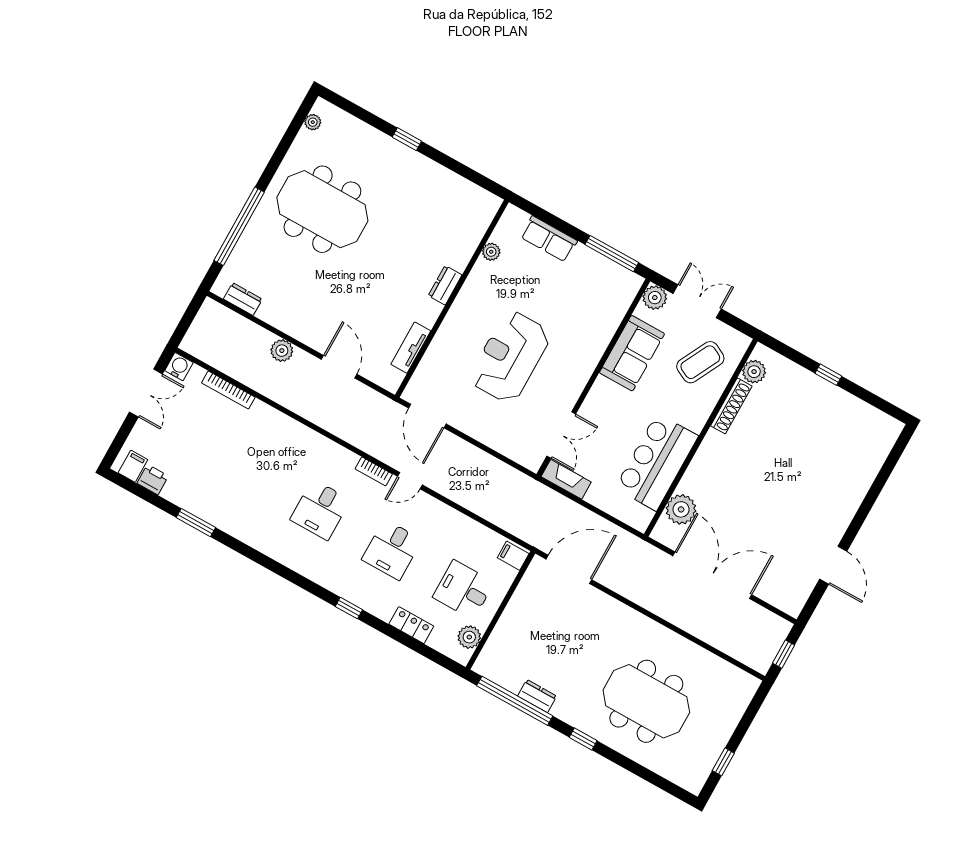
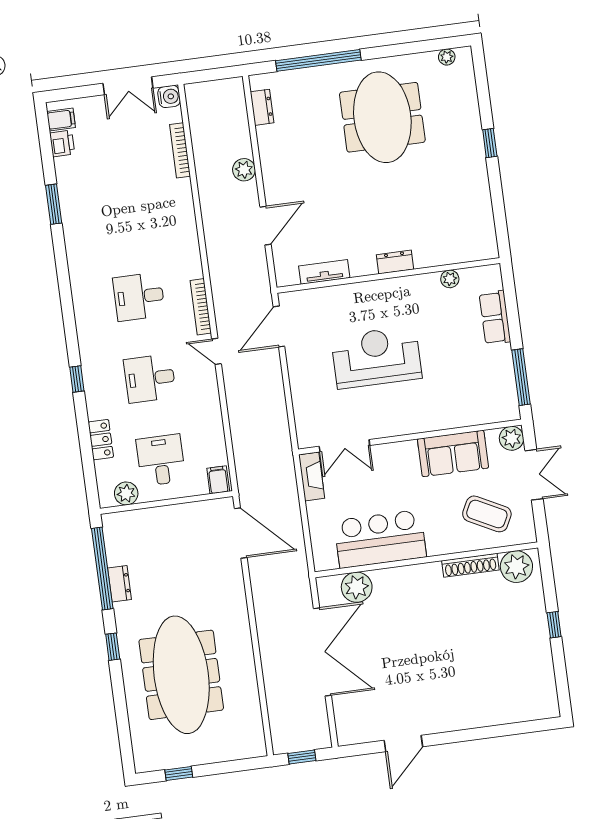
plant: (754, 372) -> (516, 567), width x1.36, depth x1.36
bookcase: (374, 471) -> (201, 307), width x1.56
meeting table: (646, 701) -> (181, 675), width x1.36

